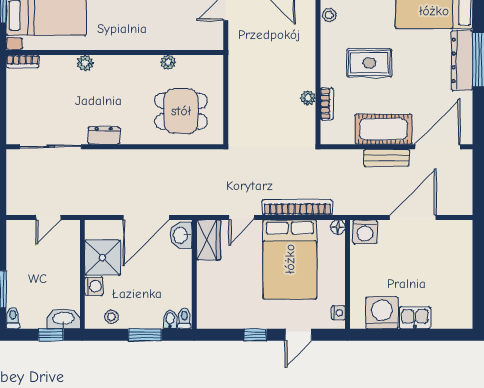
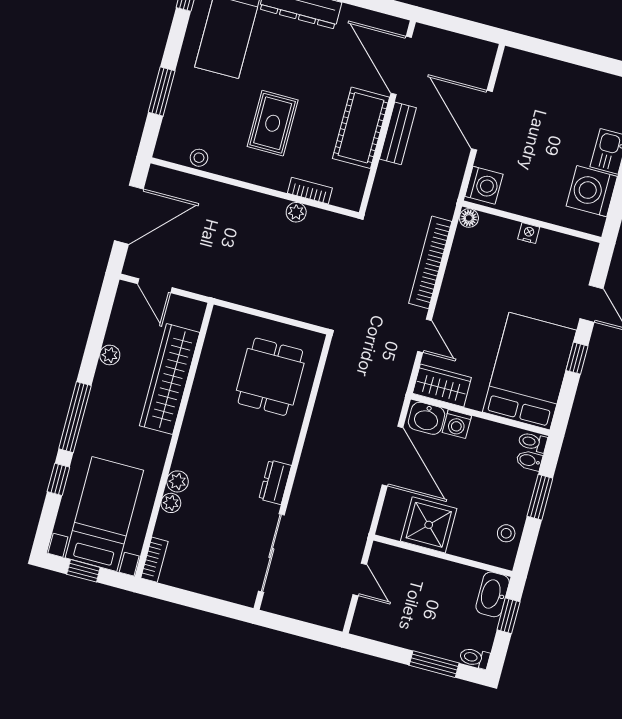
wardrobe: (159, 37) -> (170, 379), added
plant: (168, 62) -> (171, 503), moved
bed: (290, 259) -> (529, 371), moved, turned -90
washing machine: (94, 286) -> (457, 424), moved, turned 180
nightstand: (338, 313) -> (529, 233), moved

